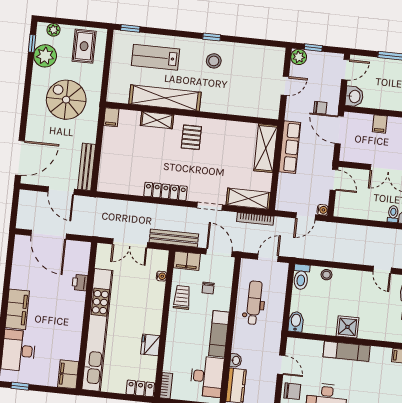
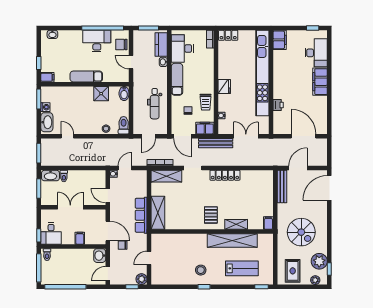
door: (61, 191) -> (298, 168), hinge flipped
shower: (347, 327) -> (101, 94), moved
fridge: (150, 345) -> (224, 86), moved

